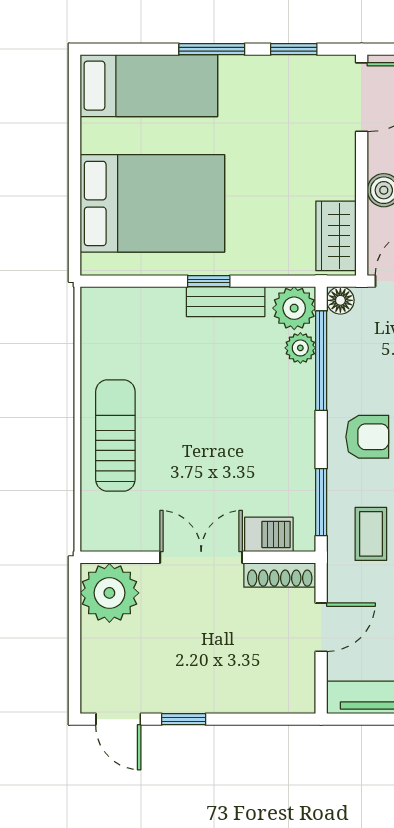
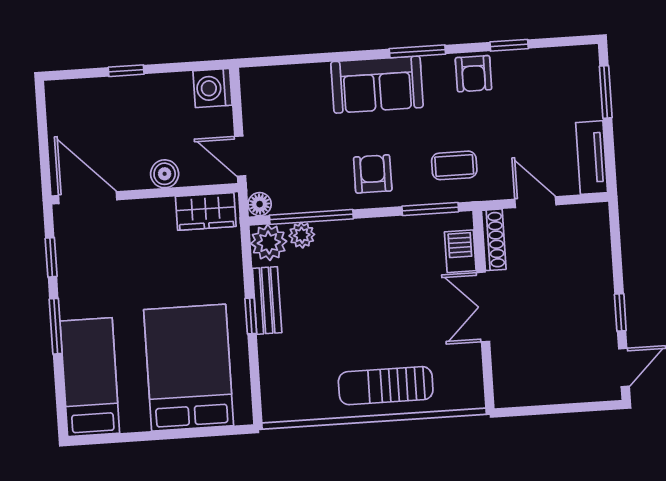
plant: (109, 593) -> (518, 382), removed

